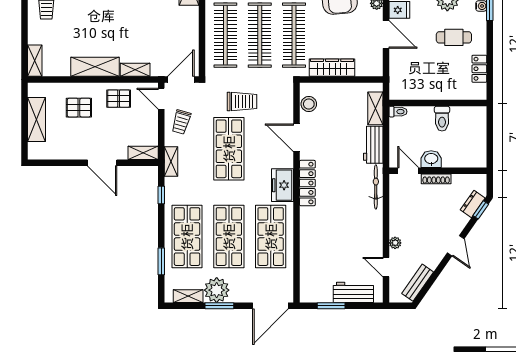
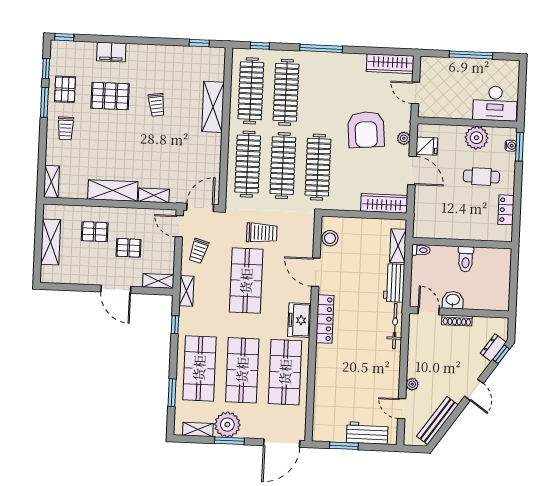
wardrobe: (332, 68) -> (384, 203), moved
pallet: (119, 99) -> (129, 248), moved
bench: (418, 283) -> (437, 421), width x1.36

